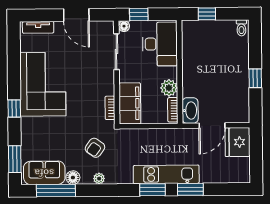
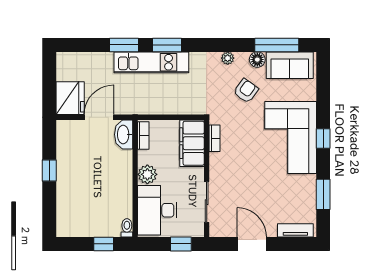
floor lamp: (124, 26) -> (198, 231), removed
toilet: (241, 28) -> (127, 228), moved
corner sofa: (43, 84) -> (291, 137), moved
plant: (169, 88) -> (147, 174), moved
armchair: (95, 148) -> (246, 91), moved
window: (15, 159) -> (323, 194), moved

